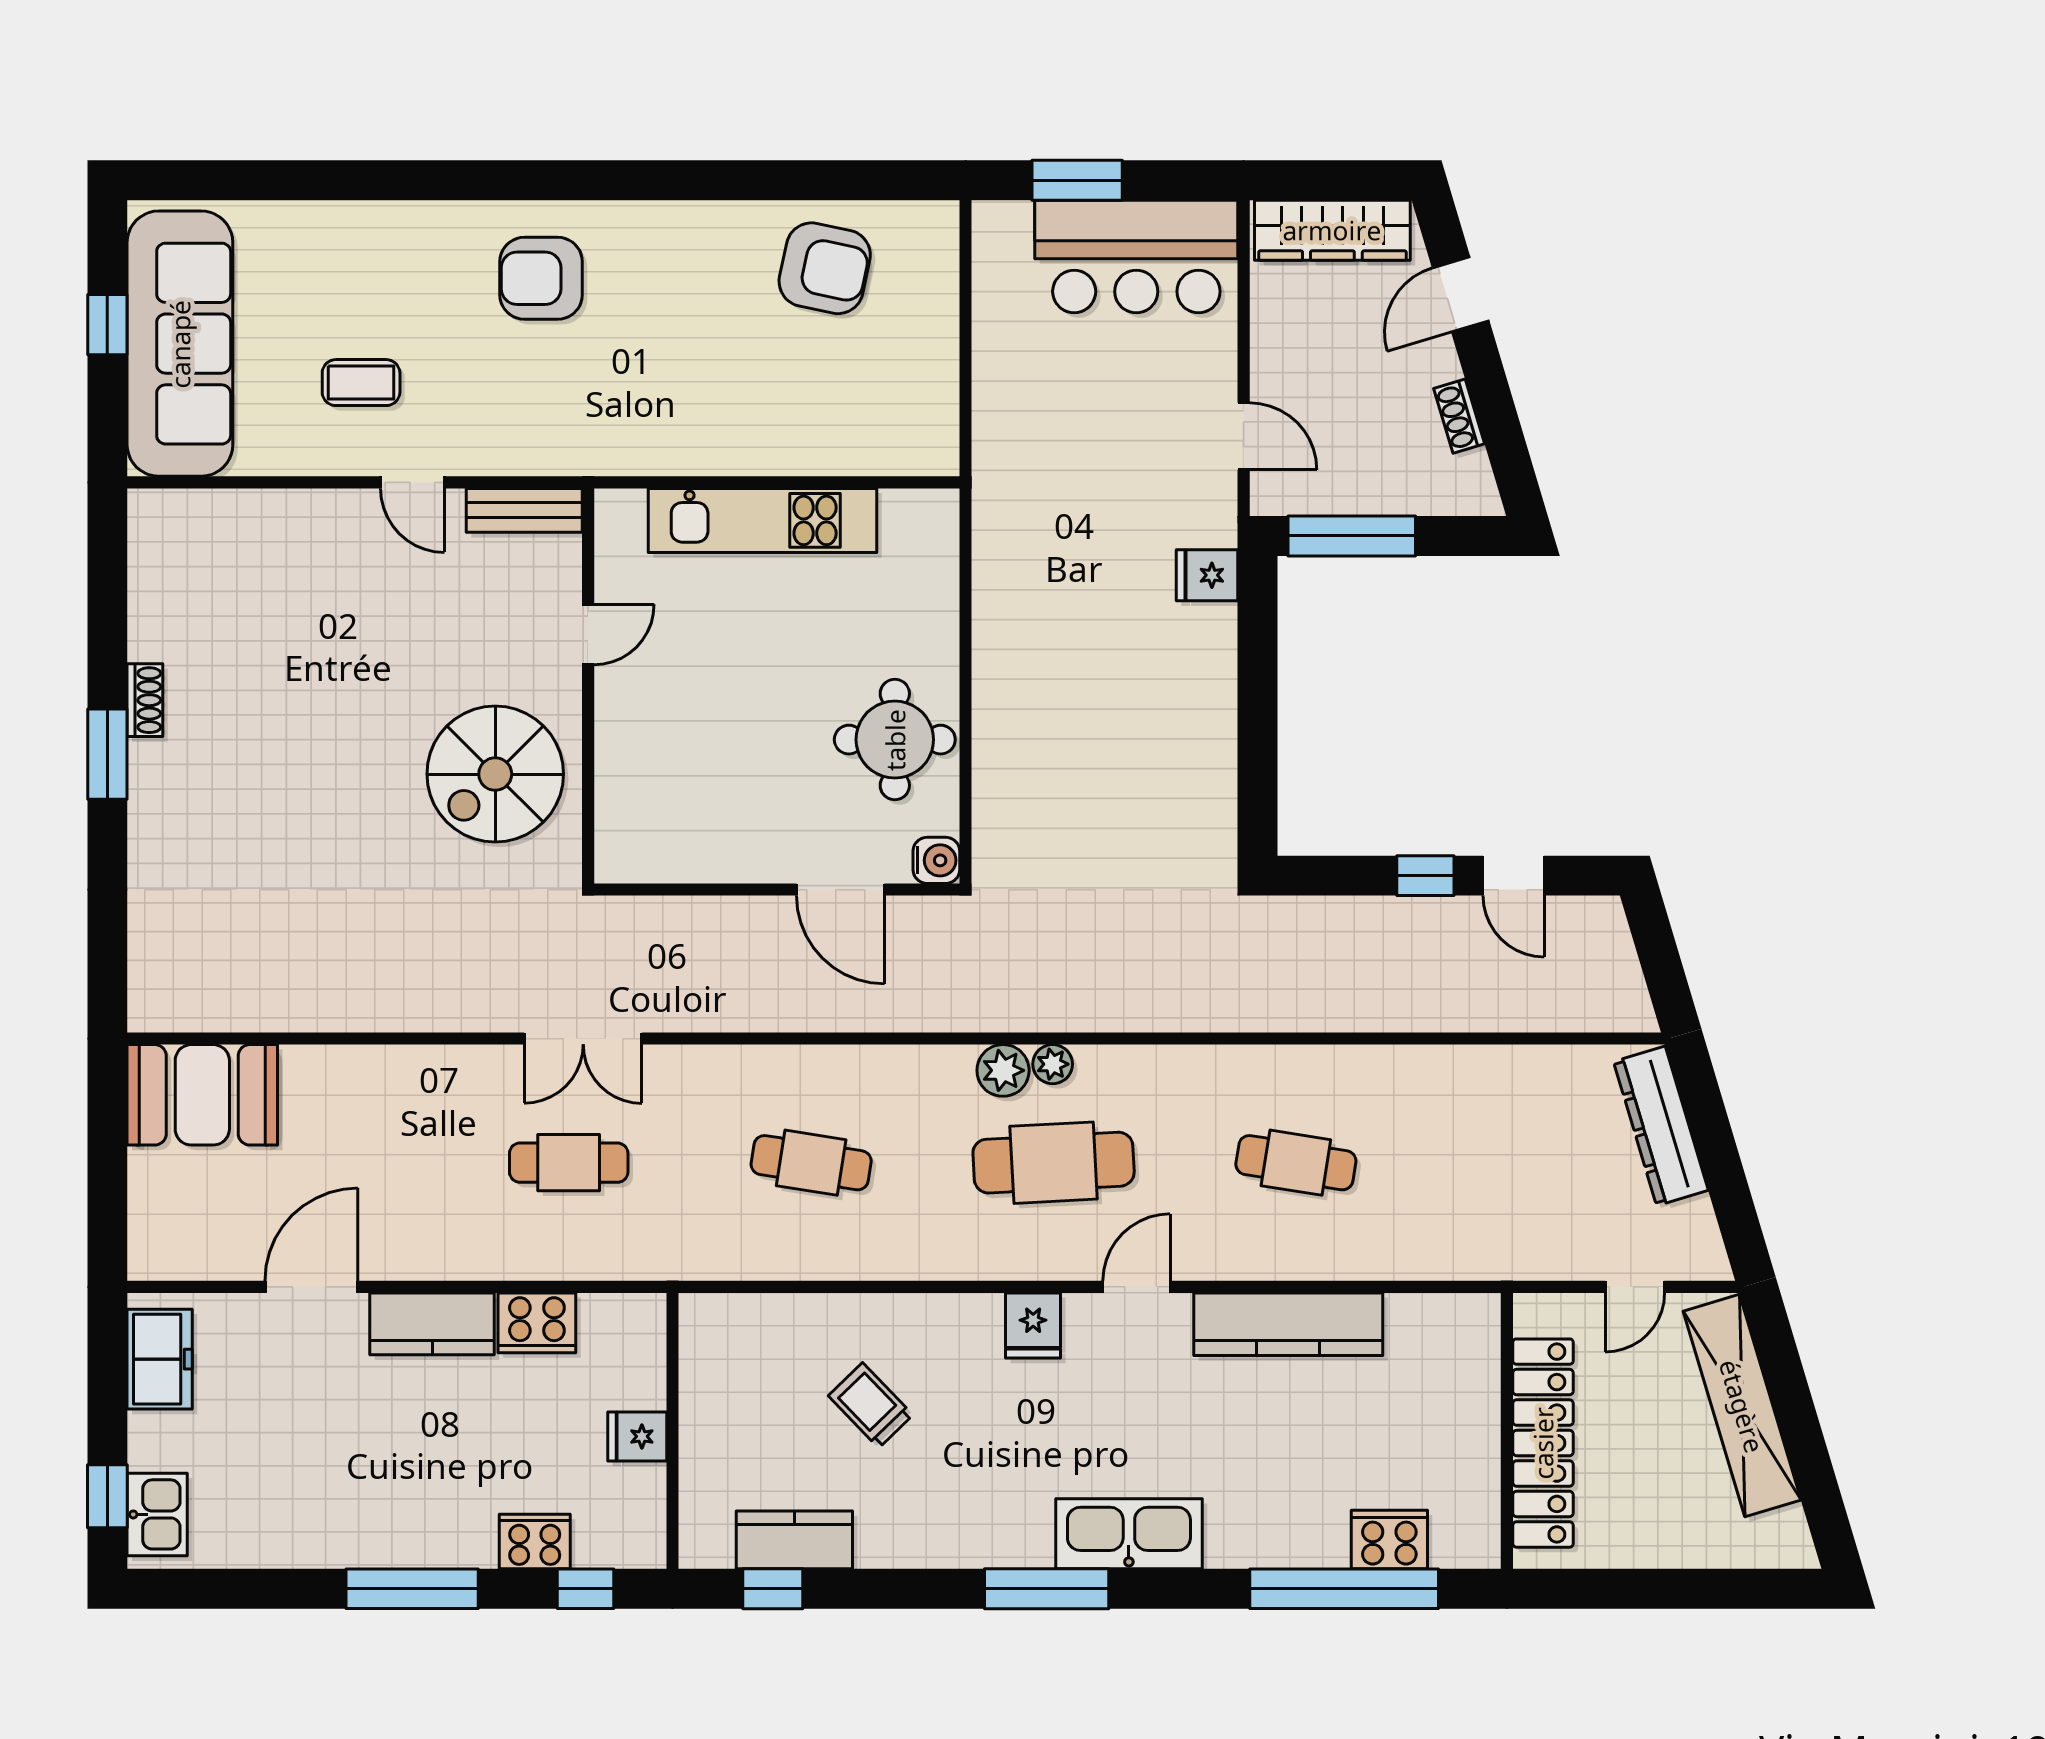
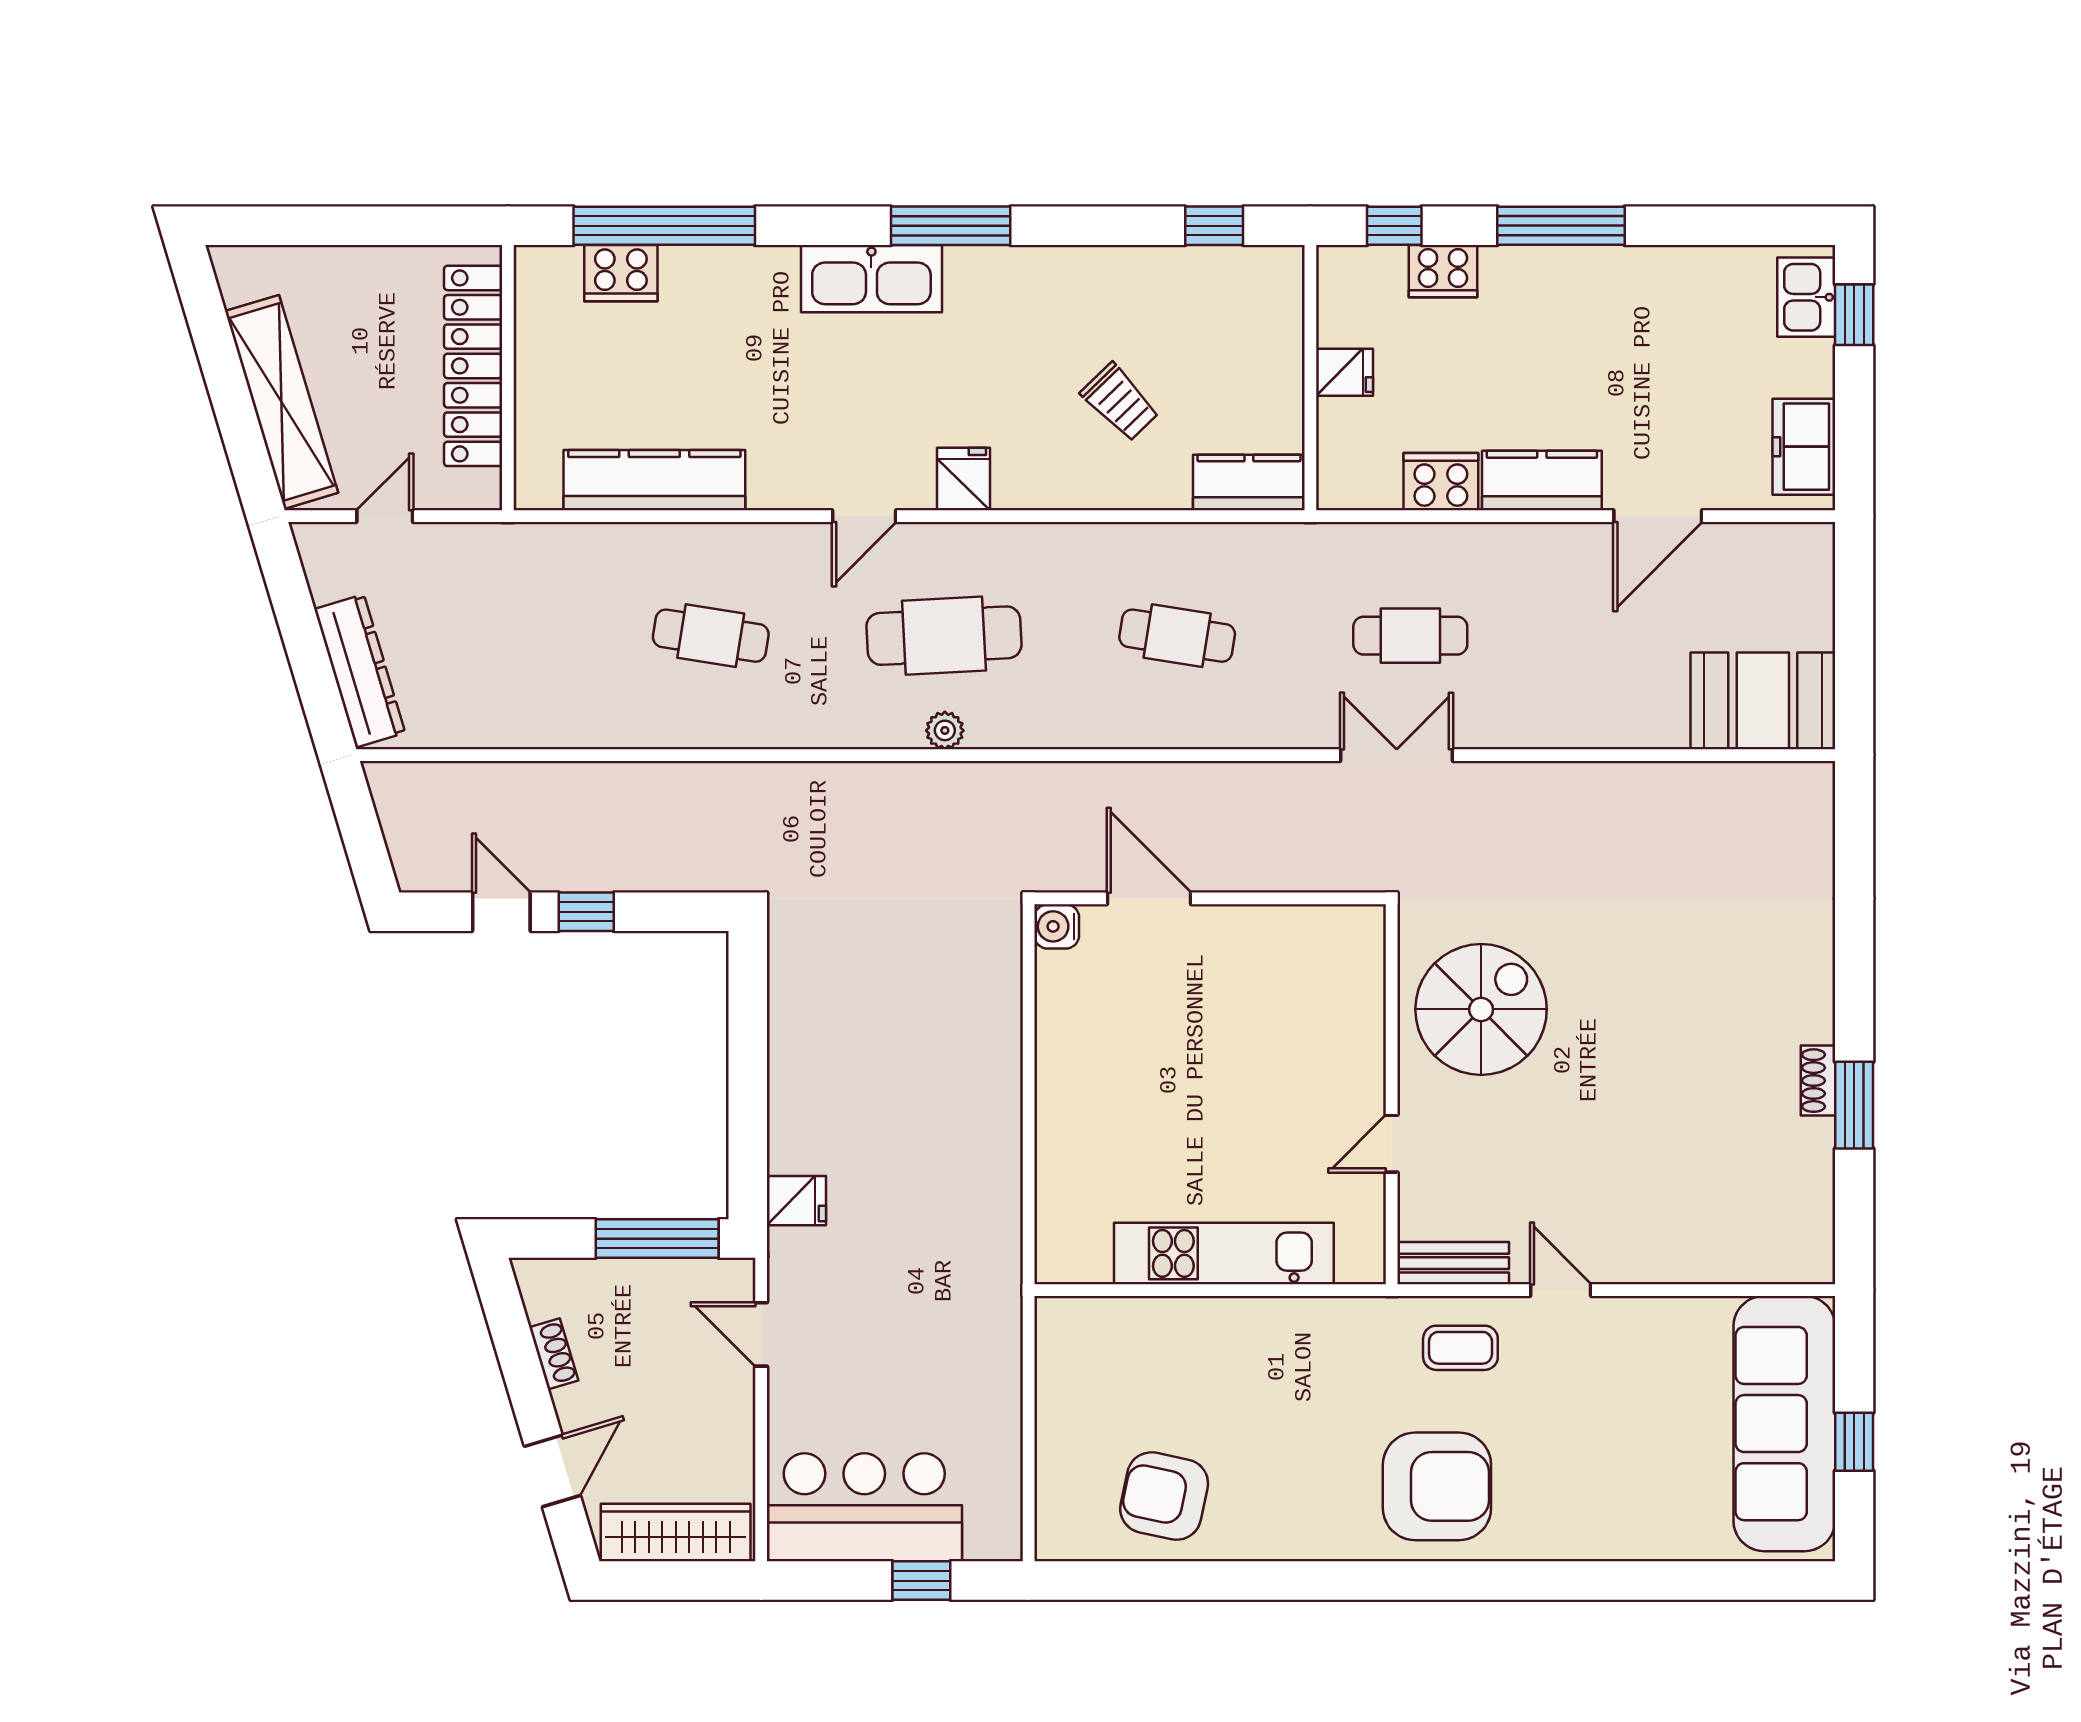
window: (1077, 180) -> (921, 1581), width x0.67
armchair: (541, 278) -> (1437, 1486), width x1.36, depth x1.36
coffee table: (361, 383) -> (1460, 1348), moved
round table: (895, 740) -> (1097, 1043), removed
window: (107, 754) -> (1854, 1105), moved
plant: (1003, 1070) -> (993, 724), removed
kitchen counter: (1288, 1324) -> (654, 480), moved
kitchen counter: (794, 1540) -> (1249, 483), moved, turned 180

